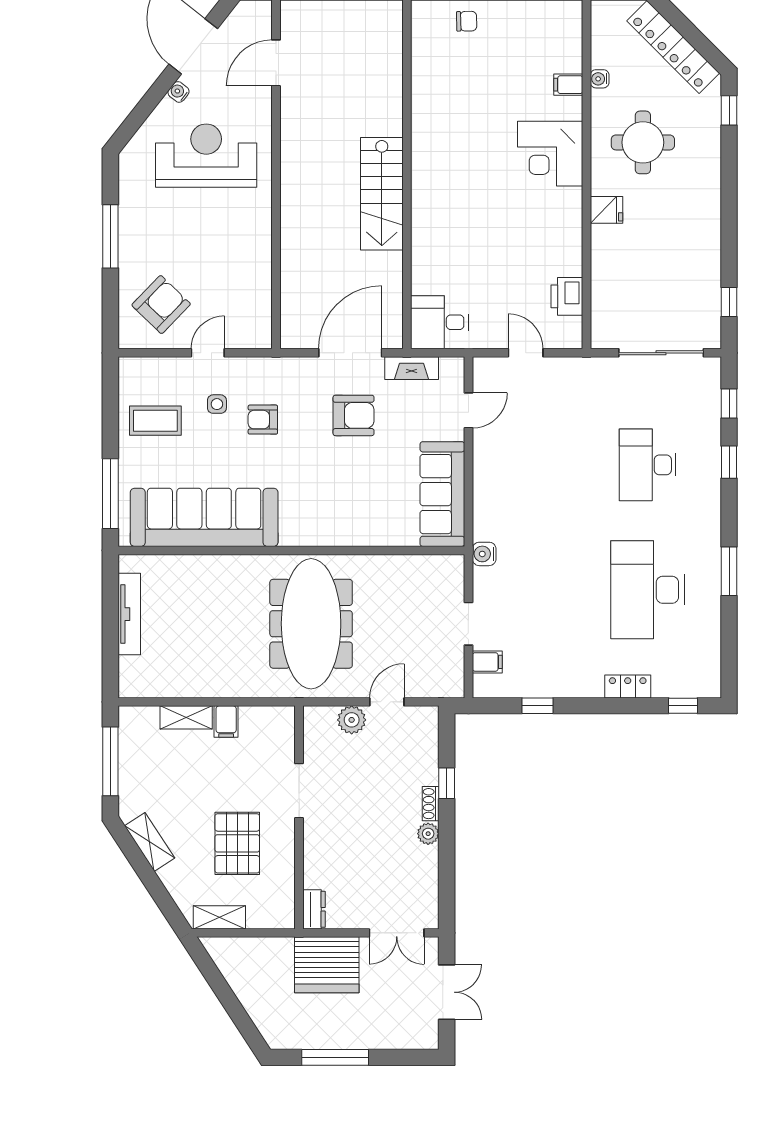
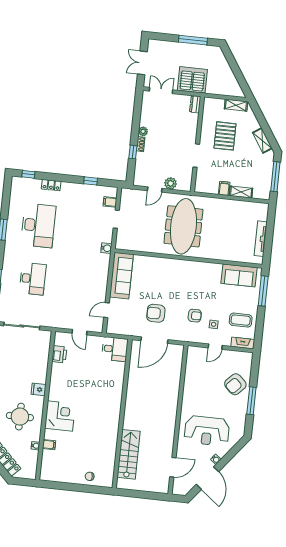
stairs: (382, 194) -> (129, 454), moved
armchair: (161, 305) -> (235, 384), moved
fireplace: (412, 368) -> (243, 343), moved
sofa: (204, 517) -> (239, 275), width x0.54, depth x0.79

